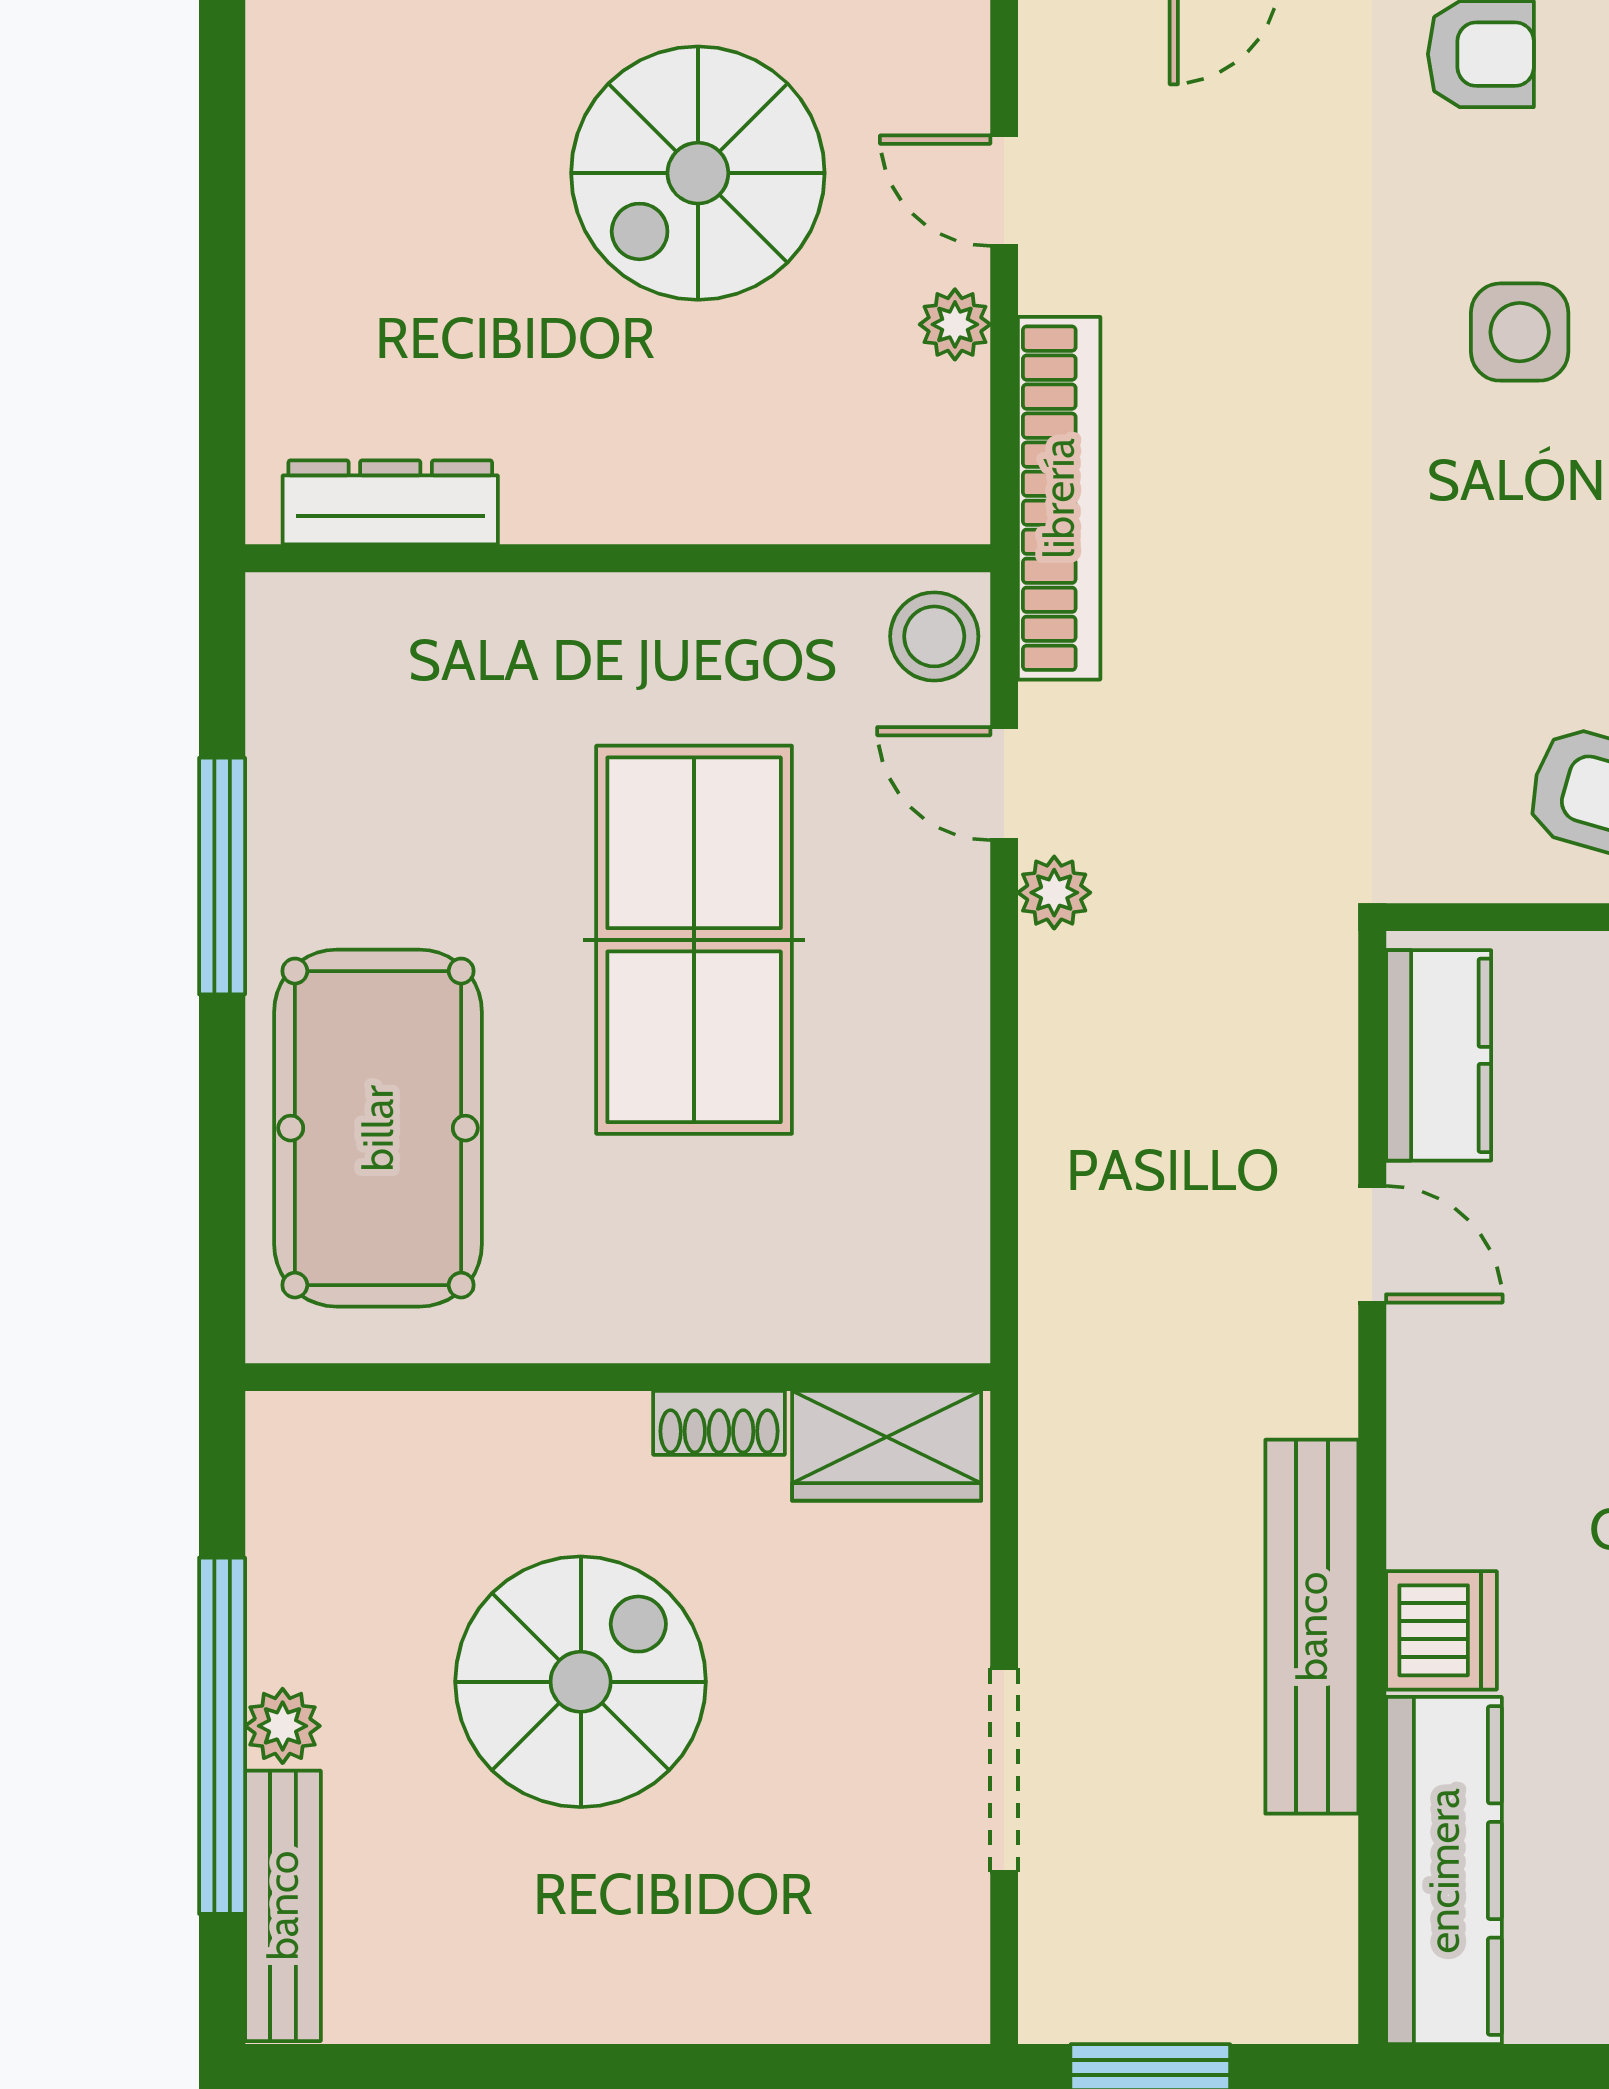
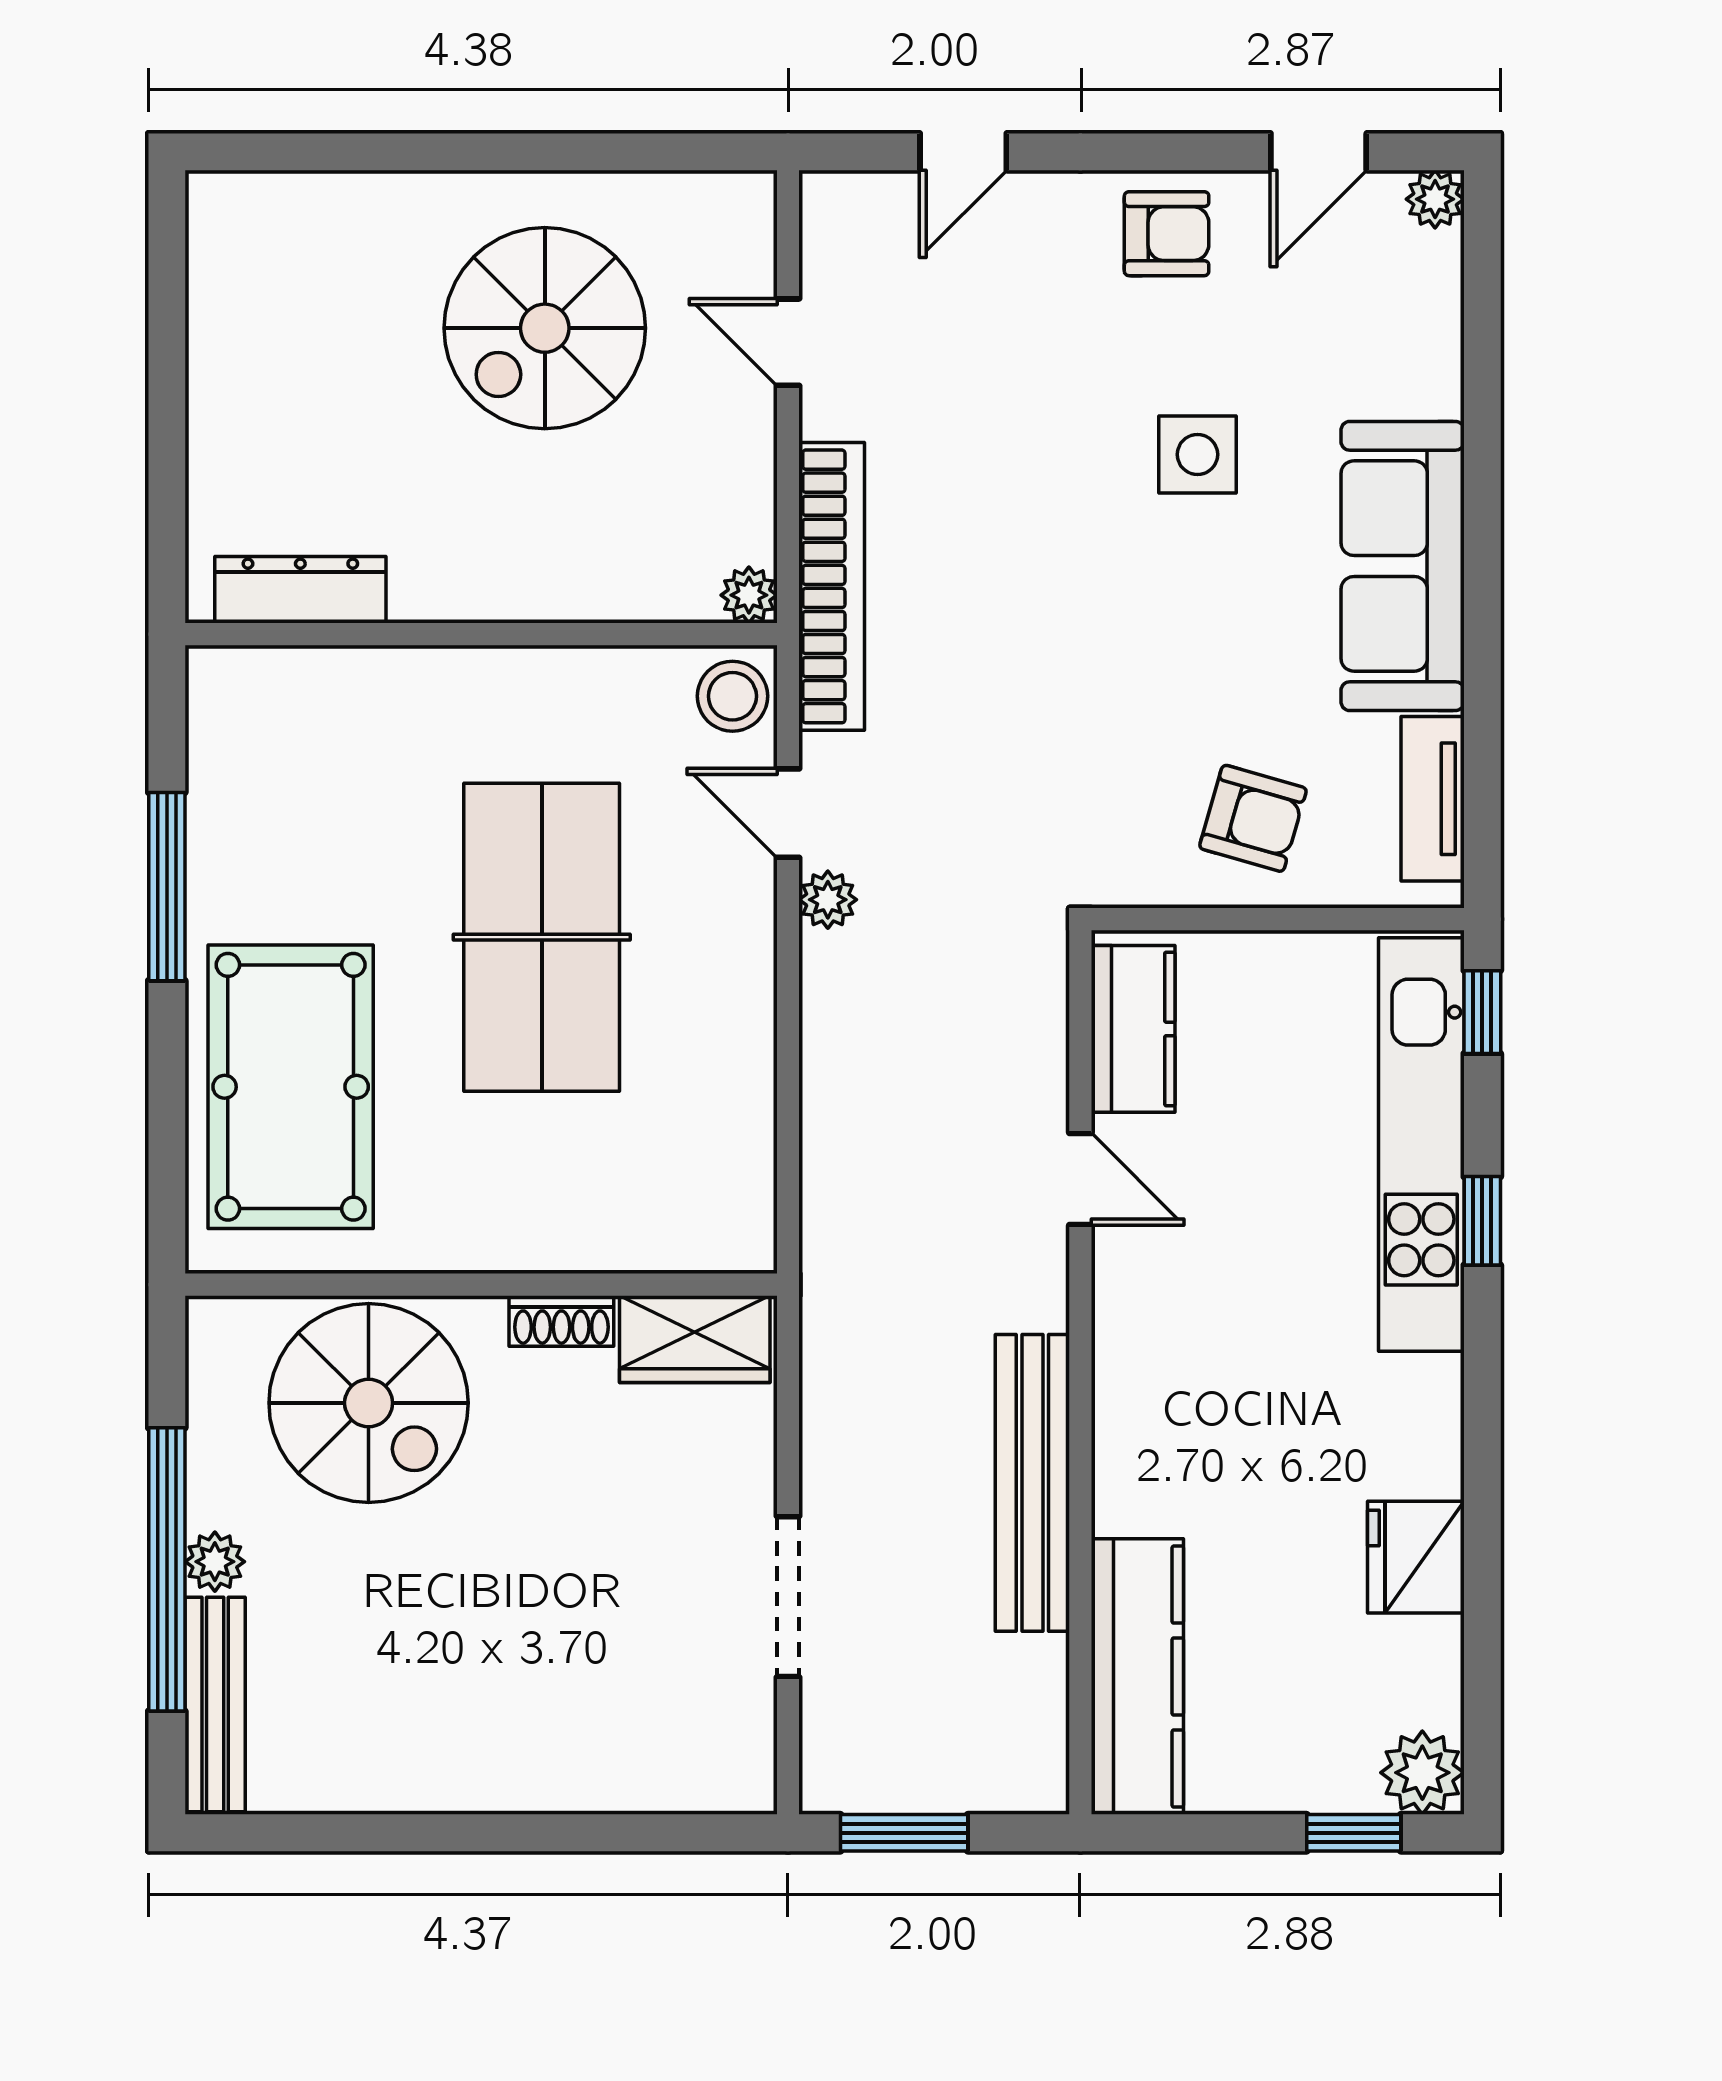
plant: (955, 324) -> (749, 595), moved
dishwasher: (1441, 1630) -> (1135, 1486), removed
spiral stairs: (581, 1682) -> (369, 1403), moved, turned 90

